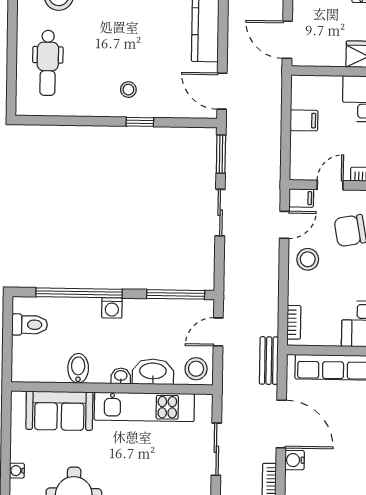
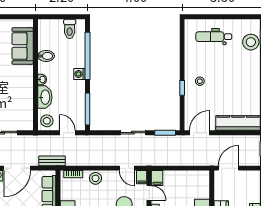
filing cabinet: (304, 120) -> (157, 178), moved
stool: (308, 259) -> (95, 178), moved
kitchen unit: (144, 407) -> (25, 93), removed

